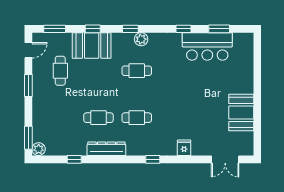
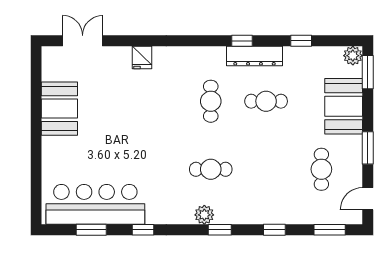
booth: (92, 46) -> (344, 106), moved, turned 90
bar counter: (207, 46) -> (95, 204), width x1.36
cafe table: (137, 118) -> (211, 101), turned 90
window: (153, 159) -> (242, 41), moved

